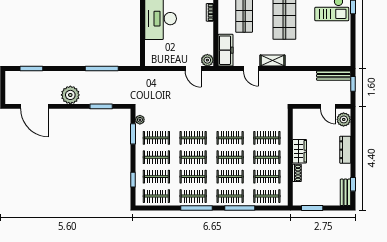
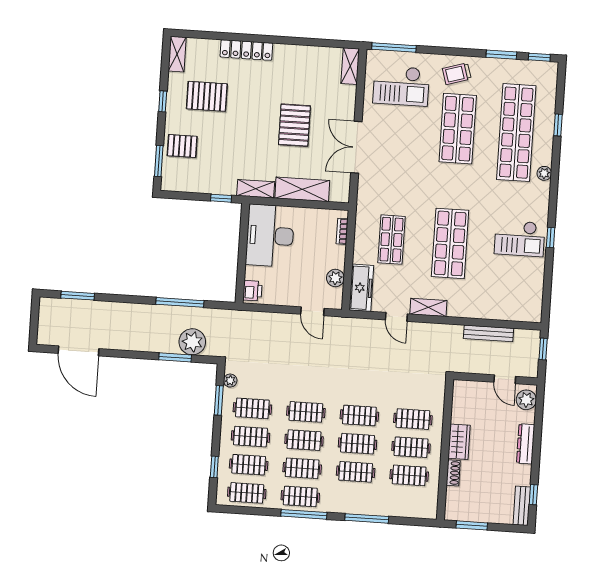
printer: (151, 57) -> (252, 291), added
plant: (207, 60) -> (335, 278), moved
bench: (334, 76) -> (488, 333), moved
plant: (70, 95) -> (192, 342), moved
clothes rail: (230, 196) -> (354, 500), removed
clothes rail: (267, 196) -> (407, 504), removed

